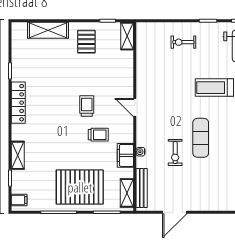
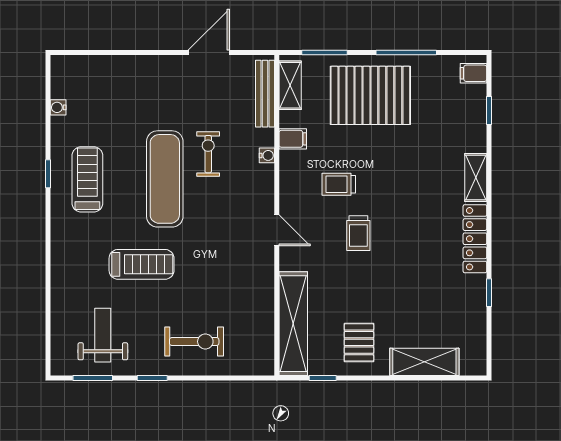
shelving: (127, 36) -> (293, 324), width x2.20, depth x1.33
exercise bike: (183, 42) -> (194, 342), width x1.38, depth x1.39
exercise mat: (201, 138) -> (165, 179), width x1.36, depth x1.45
shelving: (18, 155) -> (476, 177), moved
filing cabinet: (125, 155) -> (293, 139), width x0.50

